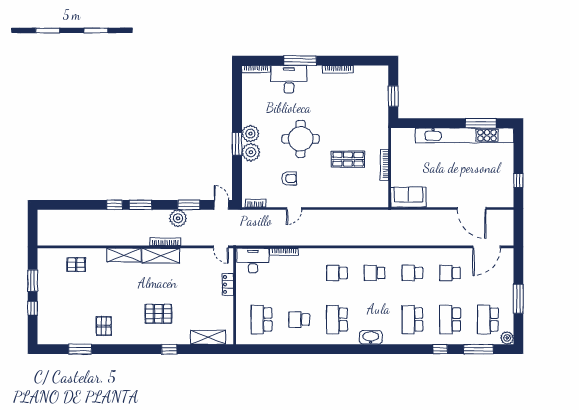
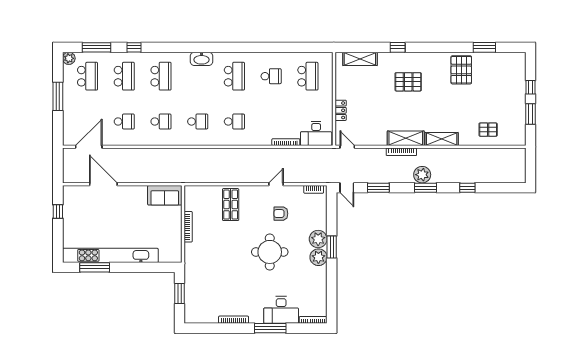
shop shelf: (348, 159) -> (231, 205), moved, turned 90
window: (115, 205) -> (467, 188), moved
plant: (178, 218) -> (422, 175), moved
pallet: (104, 326) -> (461, 70), width x1.50, depth x1.42

